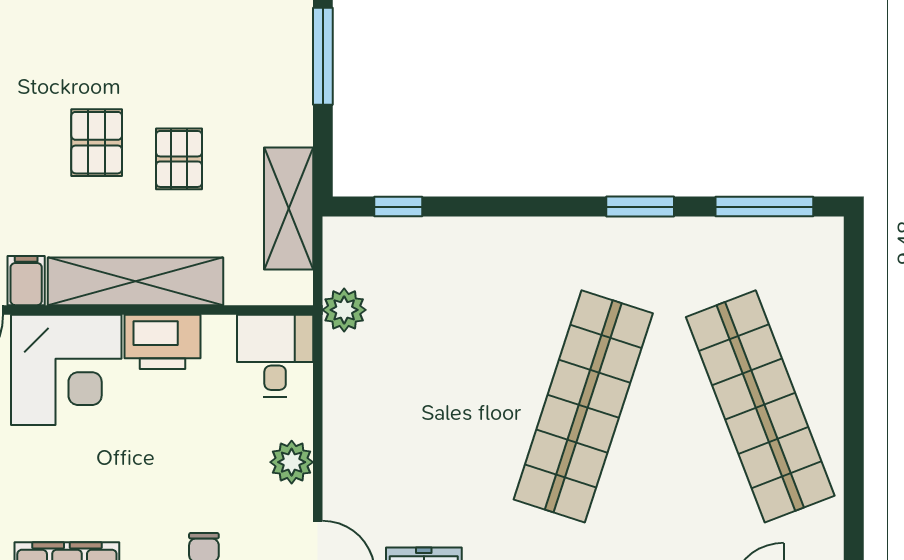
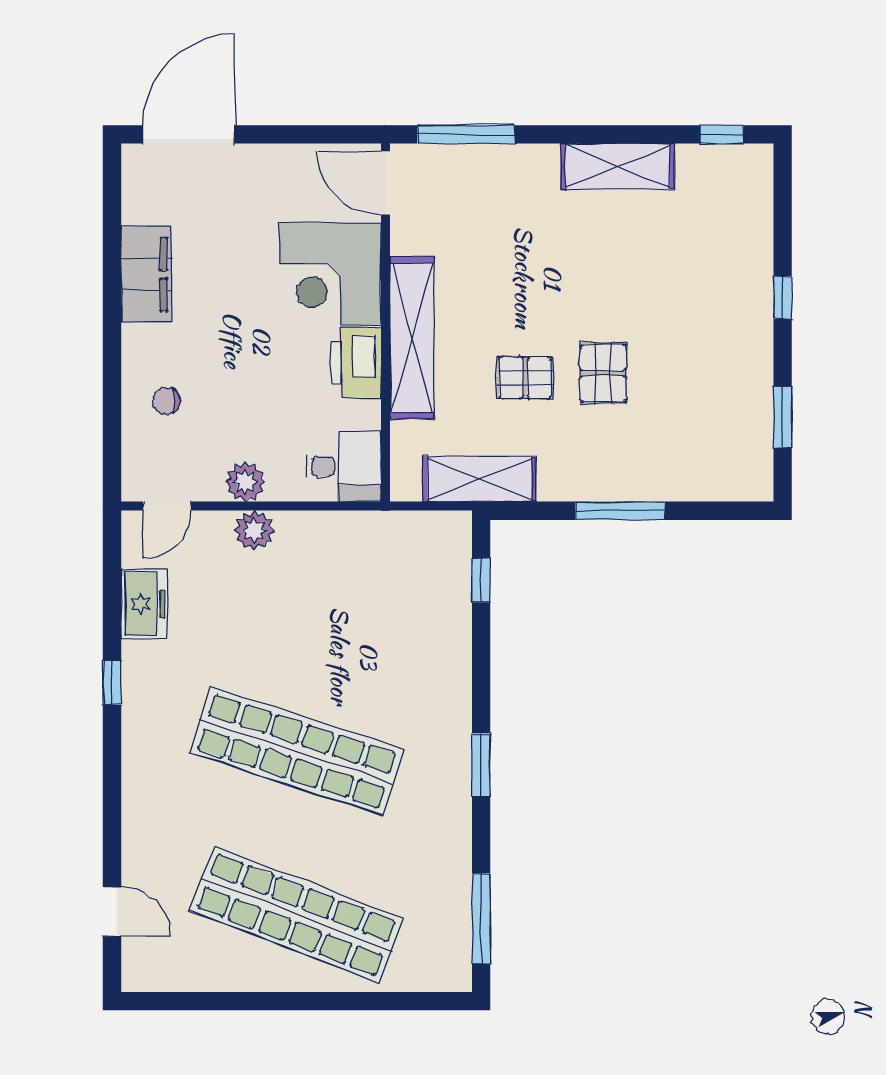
pallet: (97, 143) -> (603, 373), moved, turned 90
window: (640, 207) -> (481, 765), moved
filing cabinet: (26, 281) -> (413, 237), removed
plant: (344, 310) -> (254, 530), moved
shop shelf: (760, 406) -> (297, 915), turned 42

